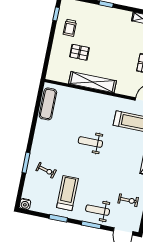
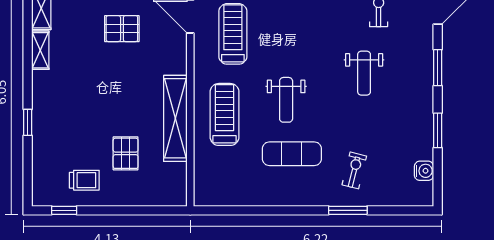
exercise mat: (48, 104) -> (292, 154), moved
treadmill: (67, 193) -> (225, 114), moved, turned 90
water cooler: (25, 204) -> (424, 171), moved
weight bench: (98, 210) -> (364, 73), moved

